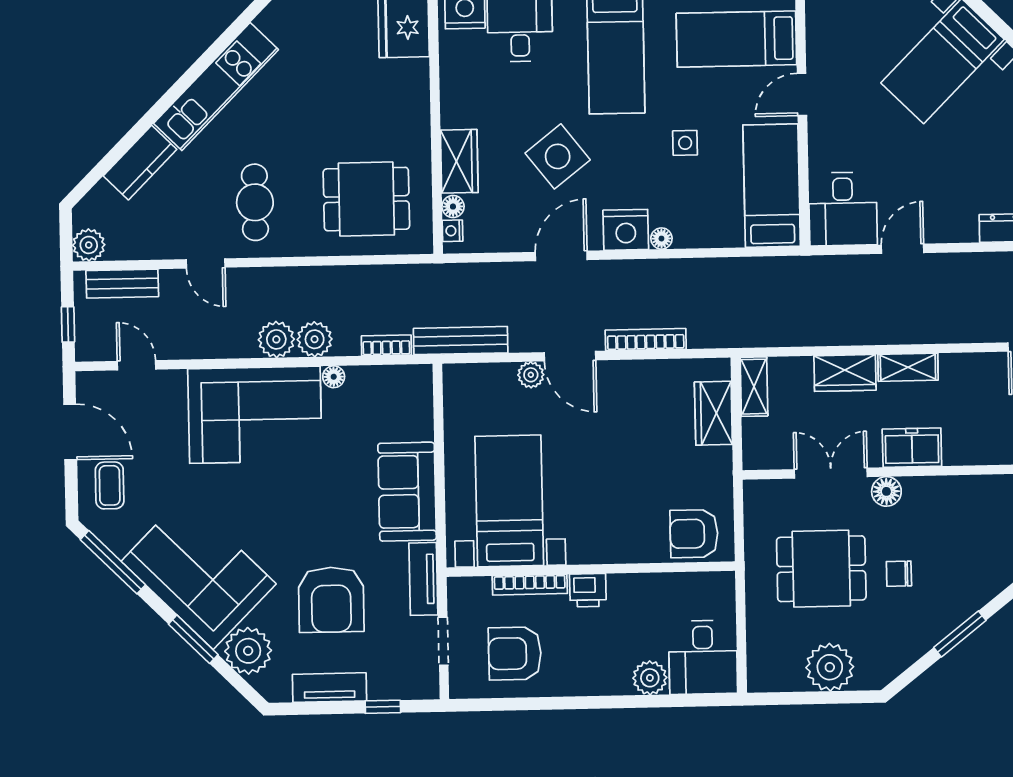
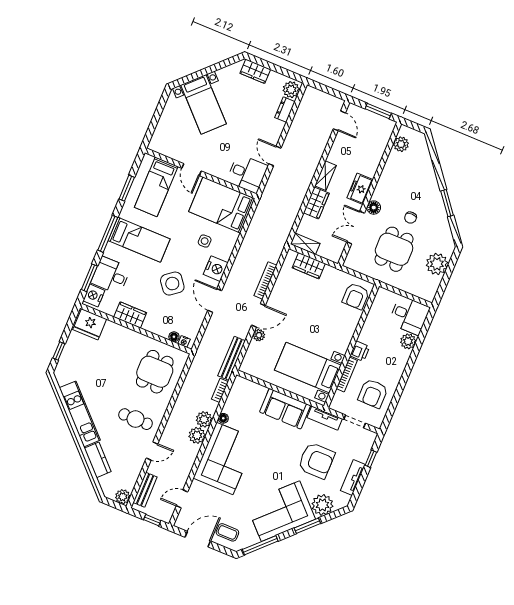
side table: (685, 143) -> (205, 241), moved
wardrobe: (459, 161) -> (130, 315), moved
bed: (772, 186) -> (222, 205), width x1.50
floor lamp: (661, 239) -> (226, 255), removed

